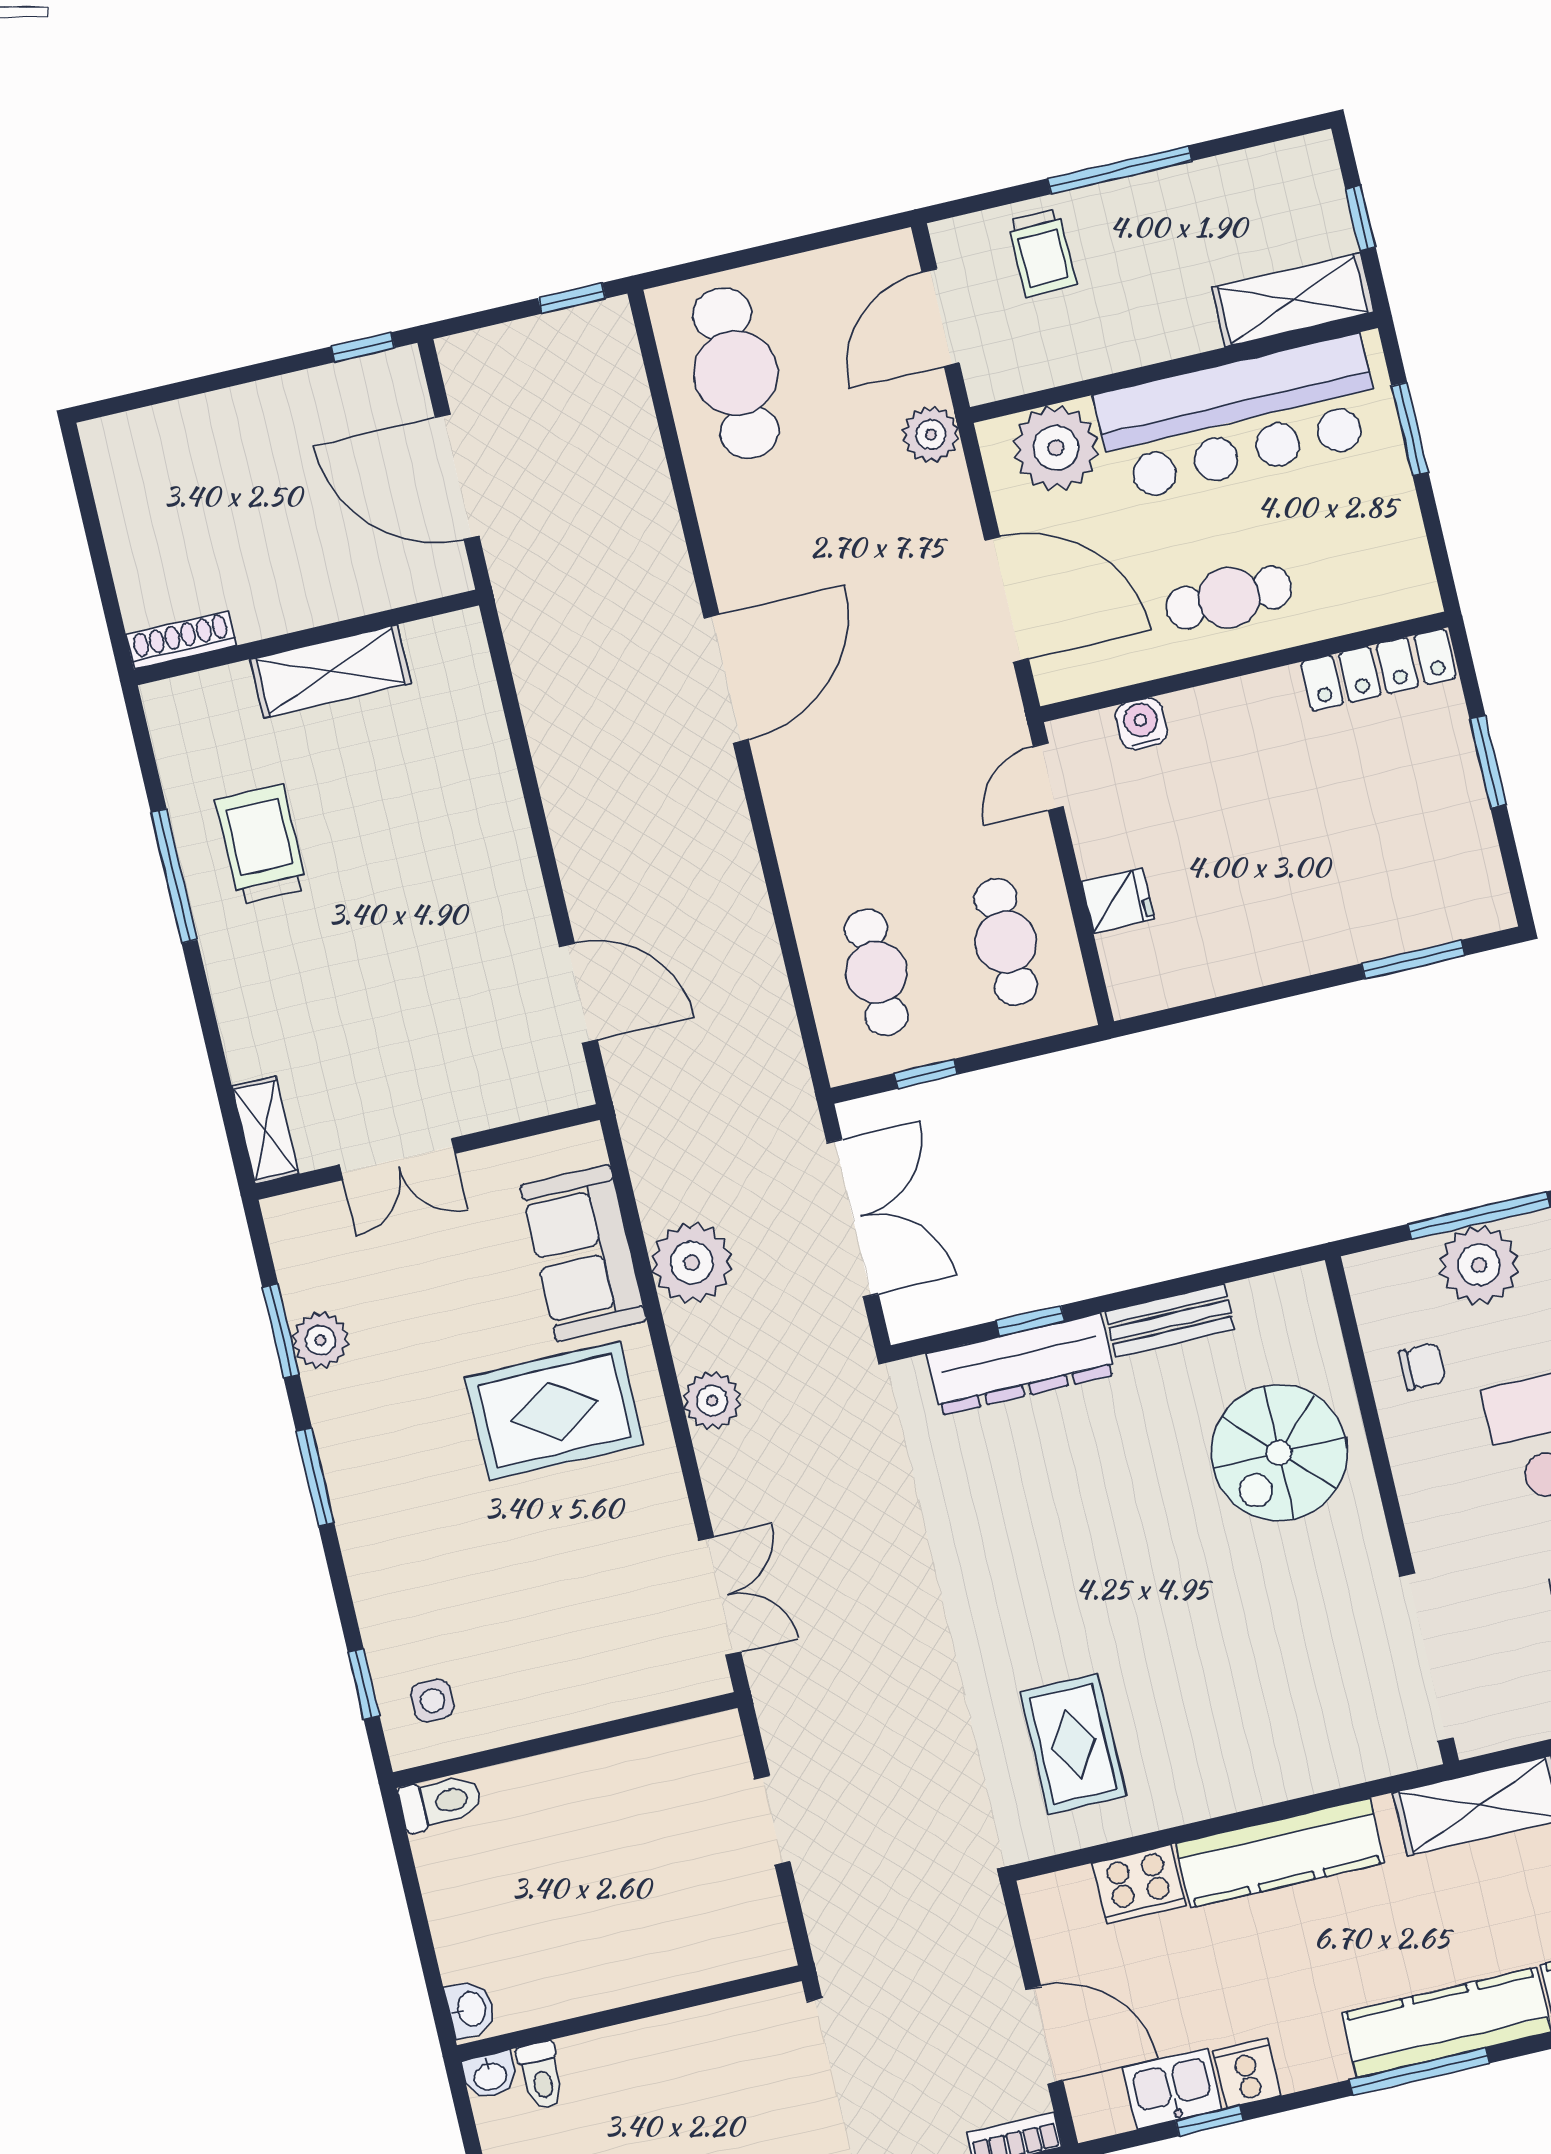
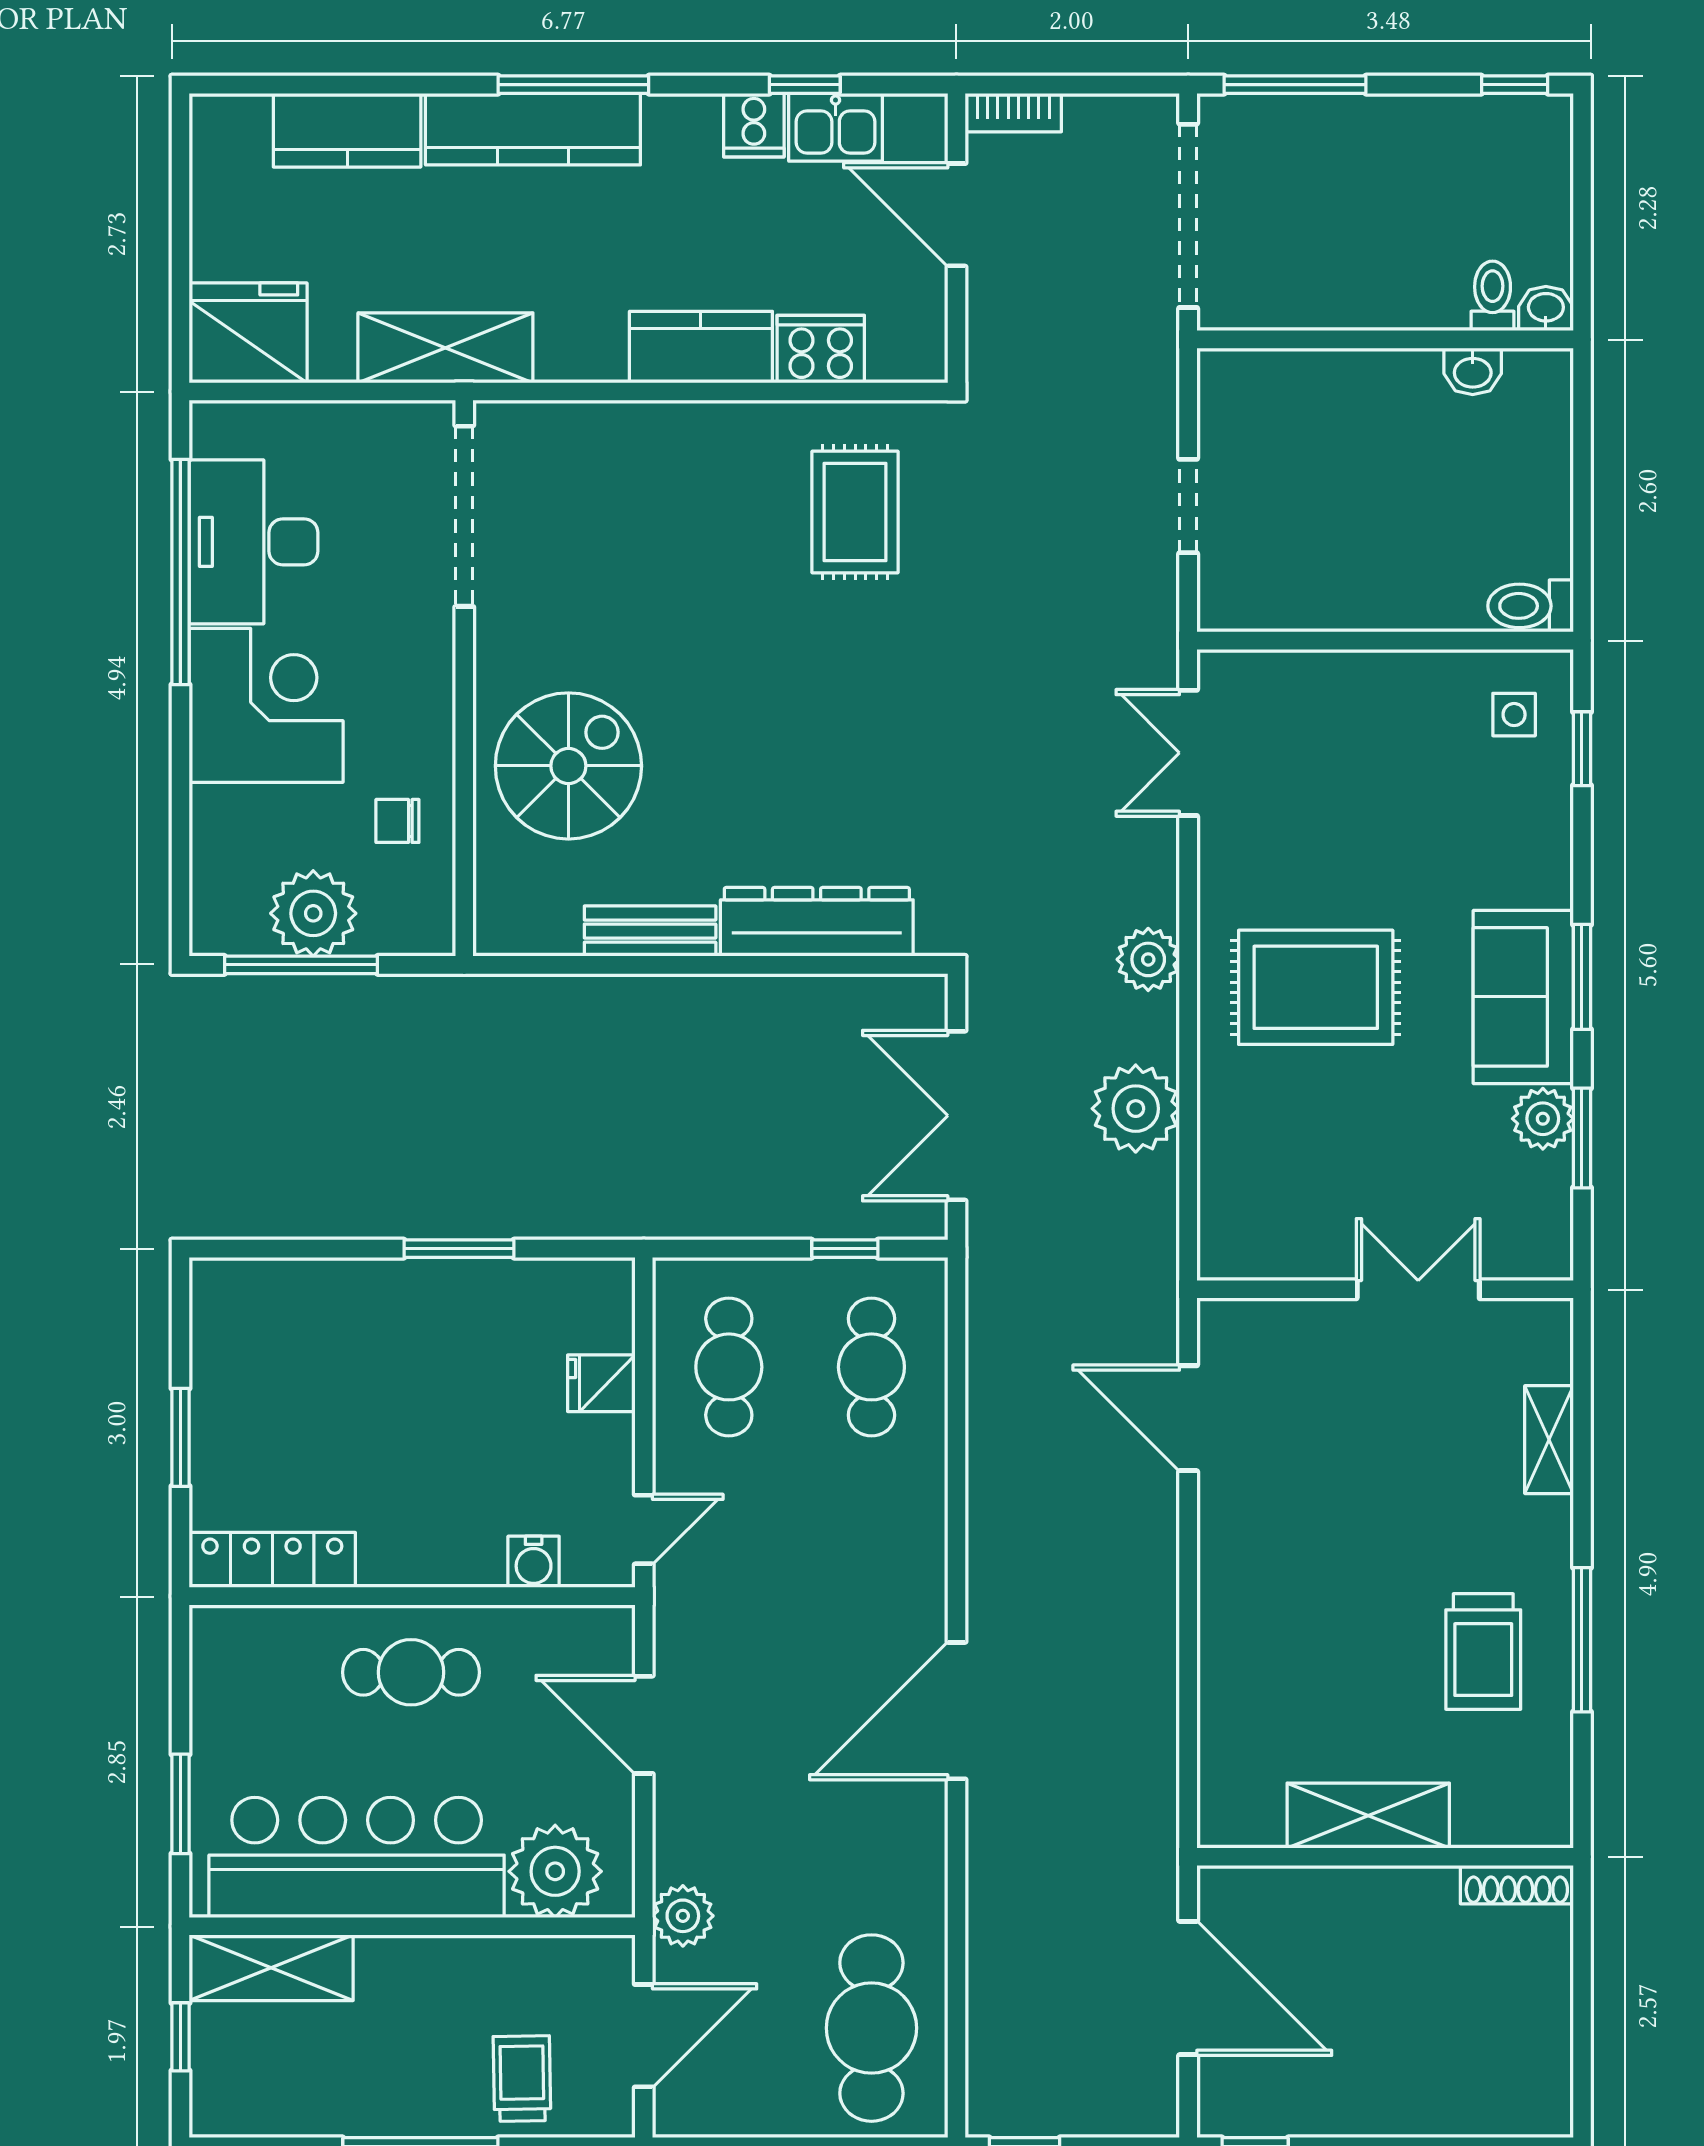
door: (1007, 599) -> (644, 1725), width x0.73
window: (1413, 960) -> (459, 1249), moved
shelving: (265, 1130) -> (1549, 1440), moved
sofa: (583, 1253) -> (1523, 997), moved, turned 180
window: (1030, 1321) -> (796, 965), removed
kitchen counter: (1280, 1853) -> (701, 347), width x0.67
washbasin: (470, 2009) -> (1473, 371), moved, turned -90

